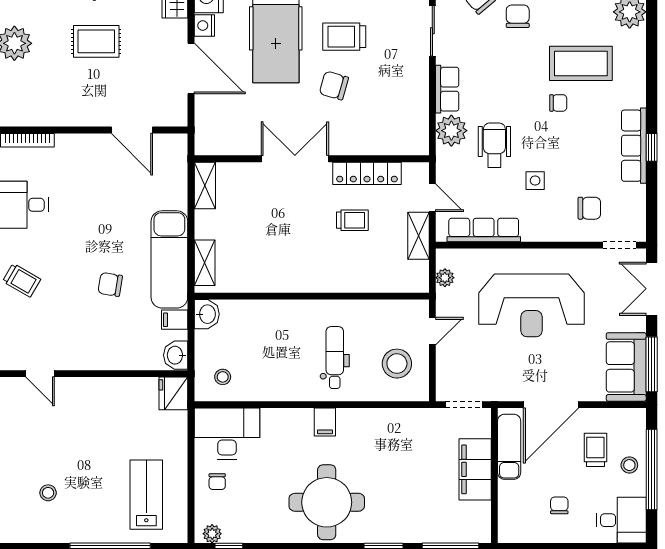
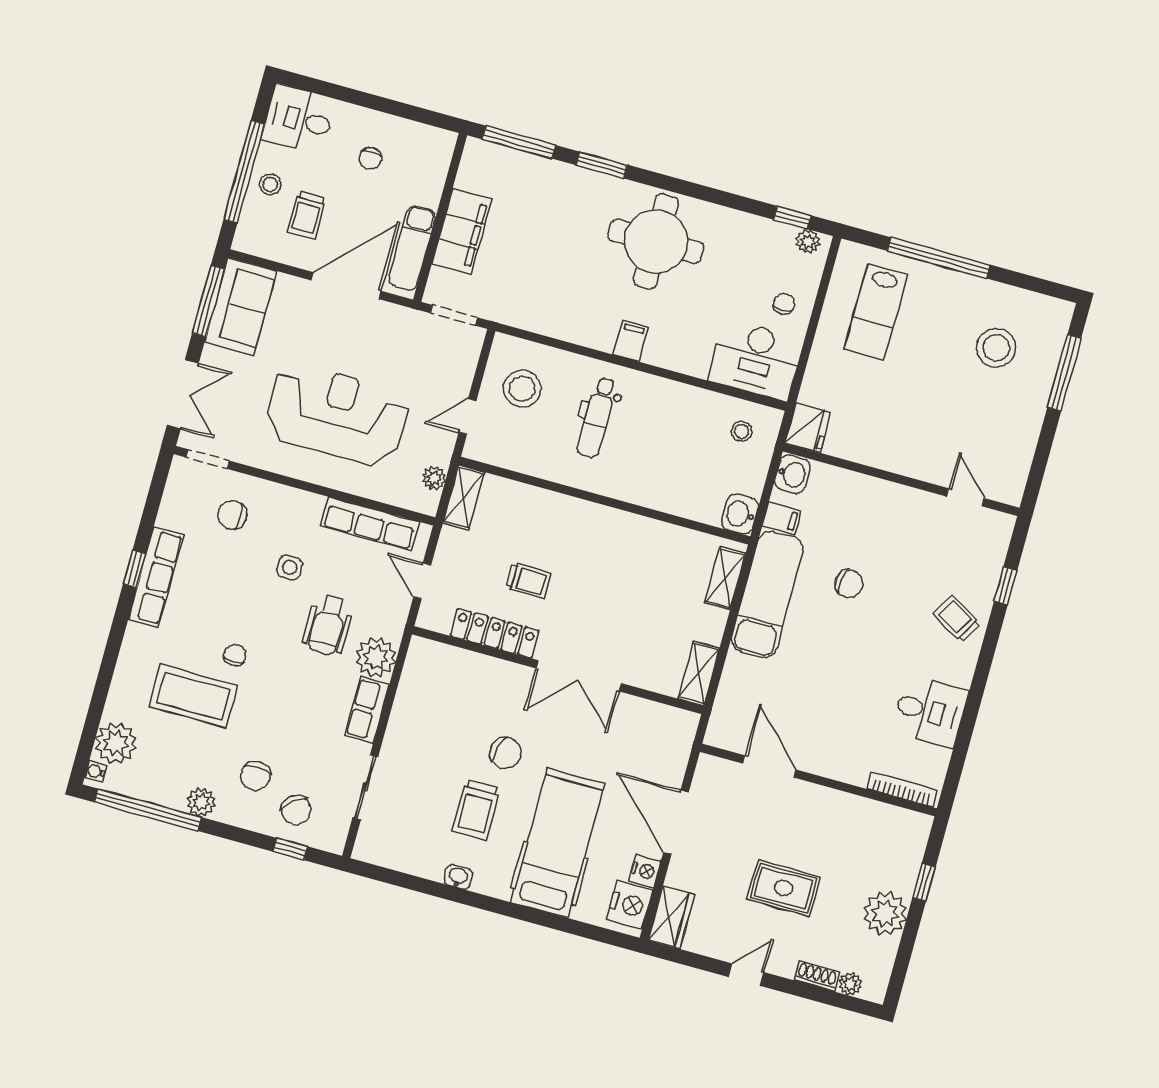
trolley: (344, 37) -> (476, 810), turned 90
chair: (558, 103) -> (235, 655), turned 90
trolley: (352, 220) -> (528, 581), turned 180
shelving: (418, 236) -> (464, 498), moved
stool: (48, 493) -> (996, 348), width x1.89, depth x1.89

